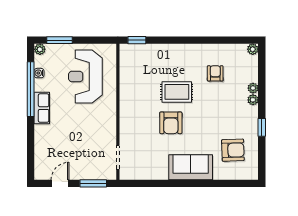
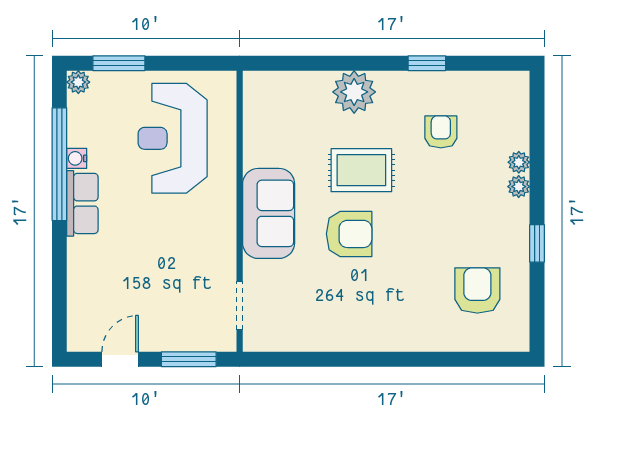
window: (137, 40) -> (427, 63), moved
plant: (253, 49) -> (354, 92), moved, width x1.88, depth x1.88
water cooler: (39, 73) -> (77, 158), moved
armchair: (171, 123) -> (349, 234), turned -90
armchair: (233, 150) -> (477, 290), turned -88
sofa: (191, 167) -> (269, 213), moved, turned 90

